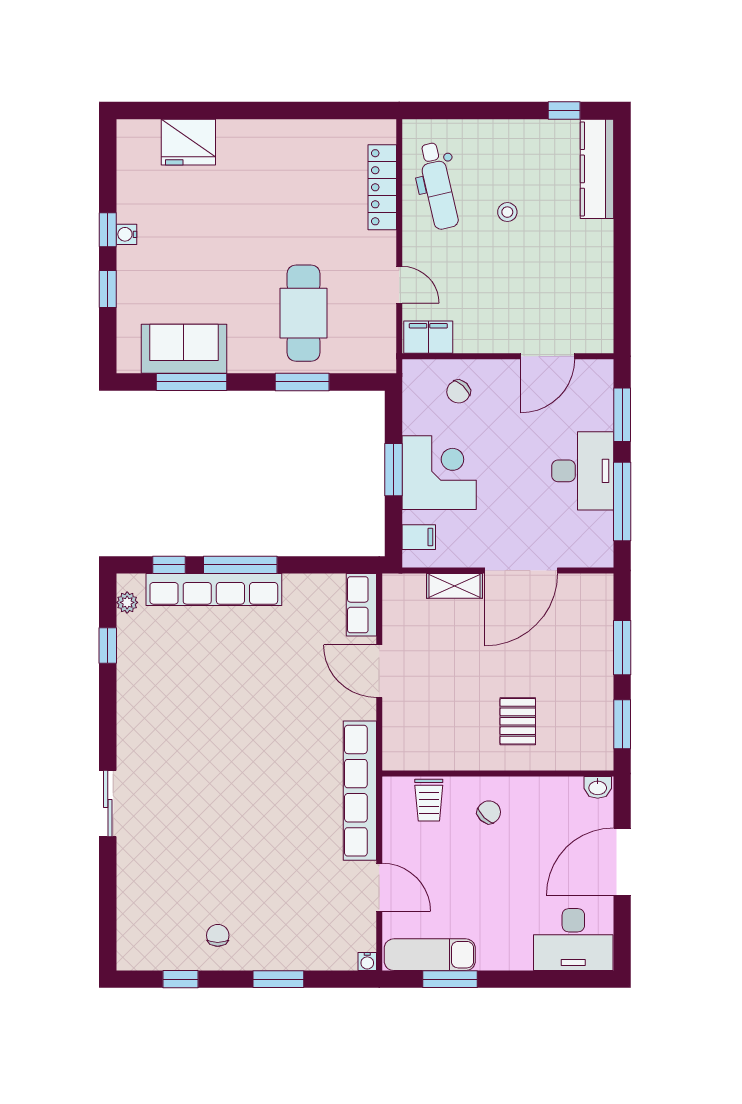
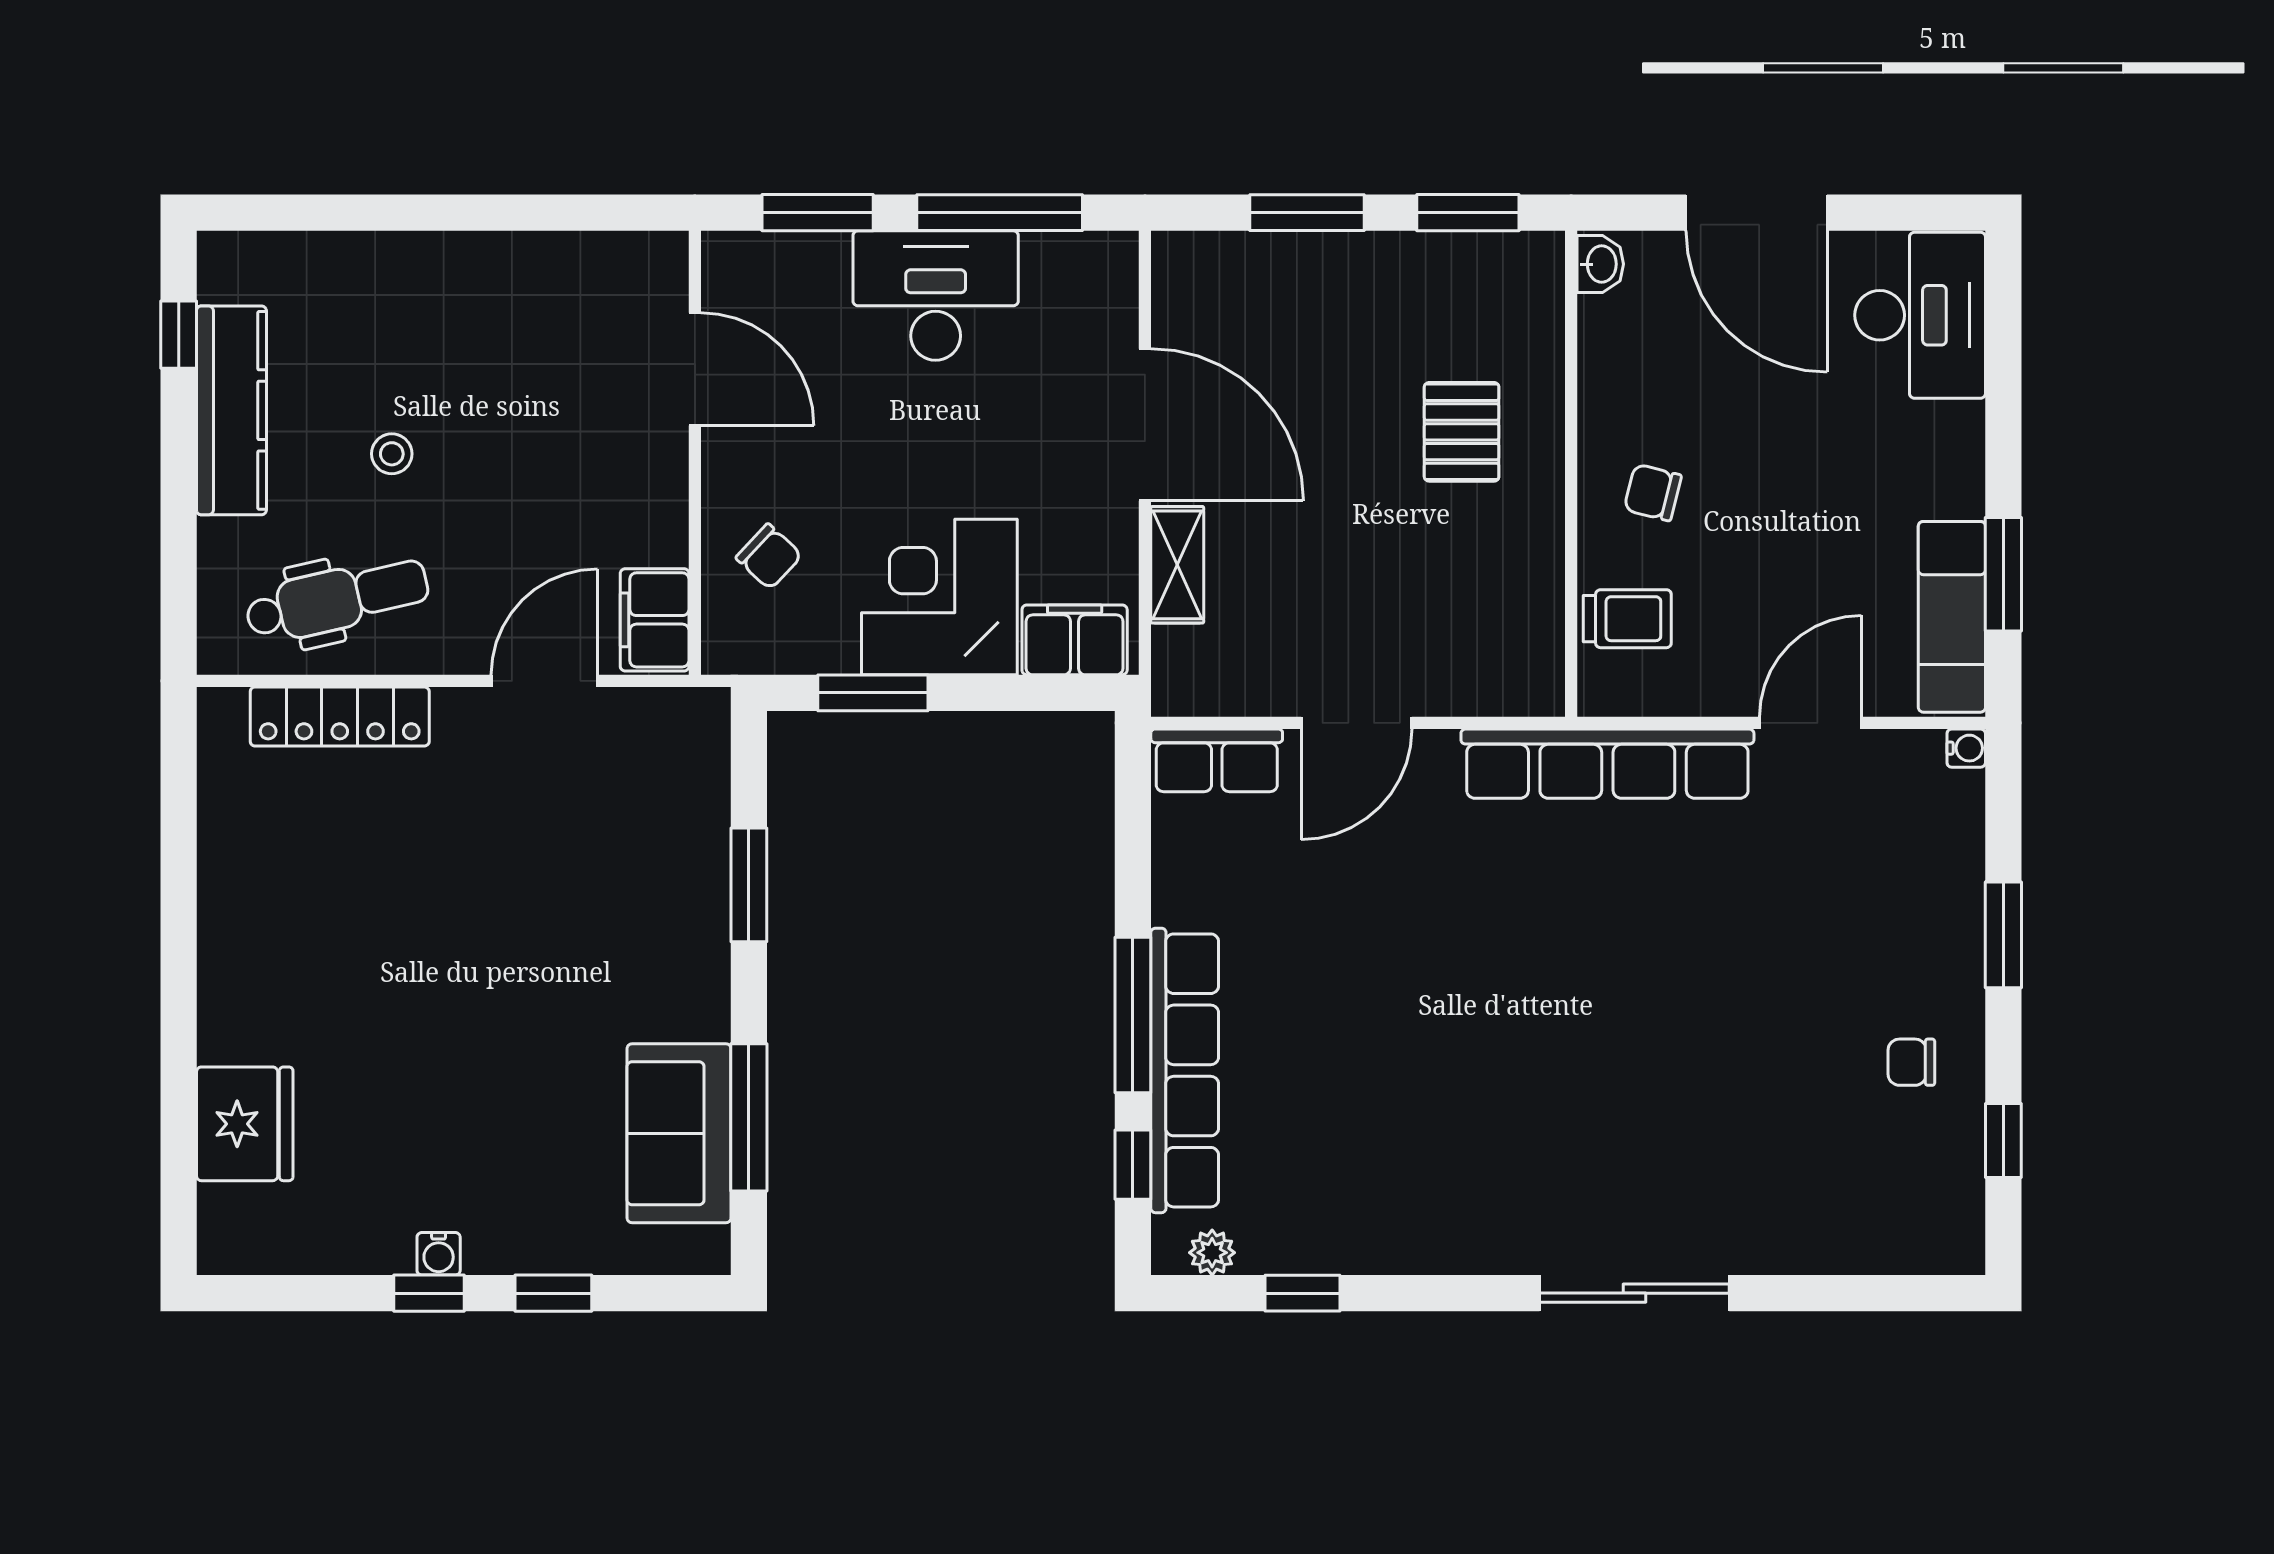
kitchen counter: (597, 169) -> (231, 410), moved, turned -90
door: (399, 285) -> (544, 681), width x1.38
cafe table: (303, 313) -> (604, 882), removed
window: (394, 470) -> (873, 693), moved
filing cabinet: (419, 537) -> (1075, 640), width x2.00
pallet: (518, 721) -> (1462, 432), turned 90
sliding door: (108, 804) -> (1634, 1293), width x1.37
chair: (489, 812) -> (1653, 492), turned -30

